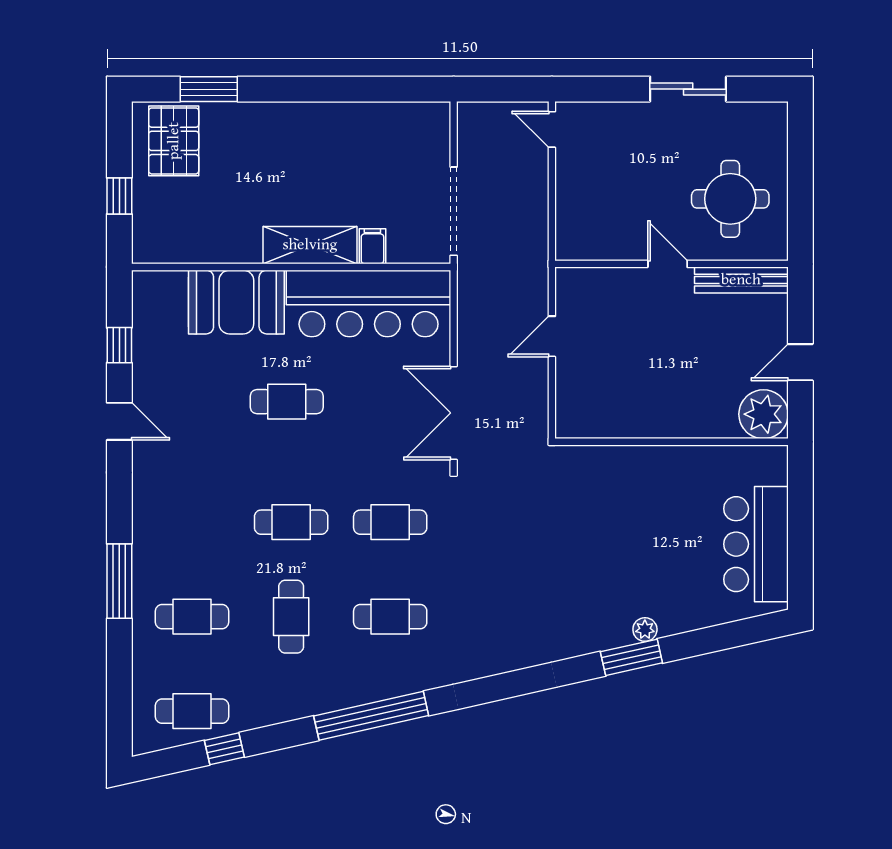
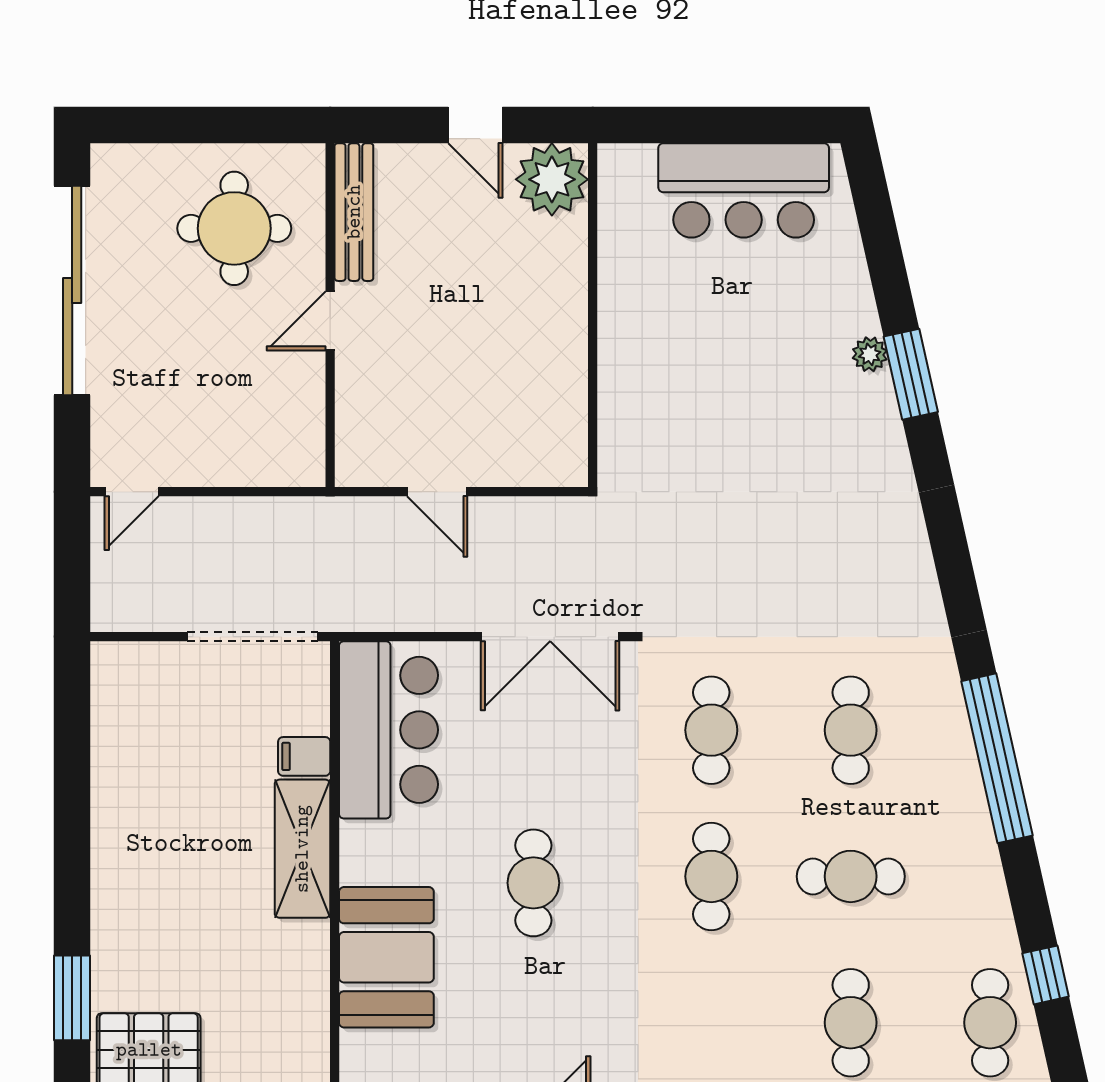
sliding door: (688, 89) -> (72, 291), width x1.86
bar counter: (369, 303) -> (389, 730), width x0.73

